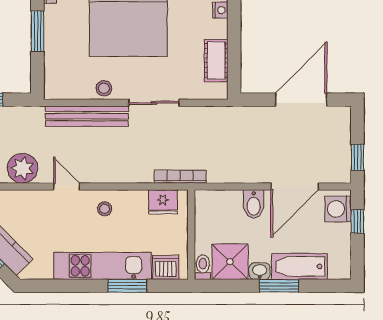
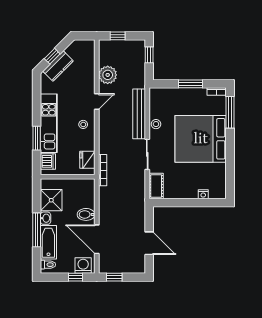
cot: (216, 60) -> (156, 186), moved, turned 90
door: (301, 100) -> (149, 243), width x0.73
toilet: (203, 267) -> (48, 265), moved
window: (279, 286) -> (37, 230), width x1.44

